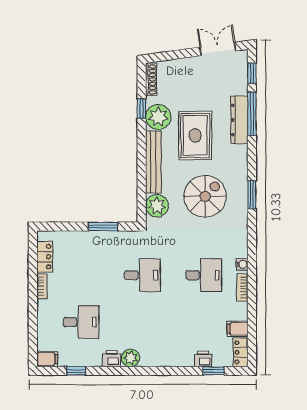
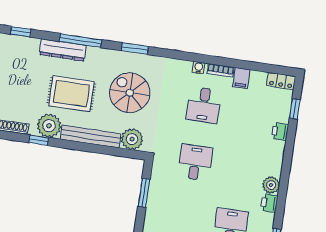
window: (252, 114) -> (81, 41), moved
desk: (204, 275) -> (204, 105), turned 180
filing cabinet: (237, 329) -> (241, 78), moved
printer: (203, 359) -> (280, 132), moved

